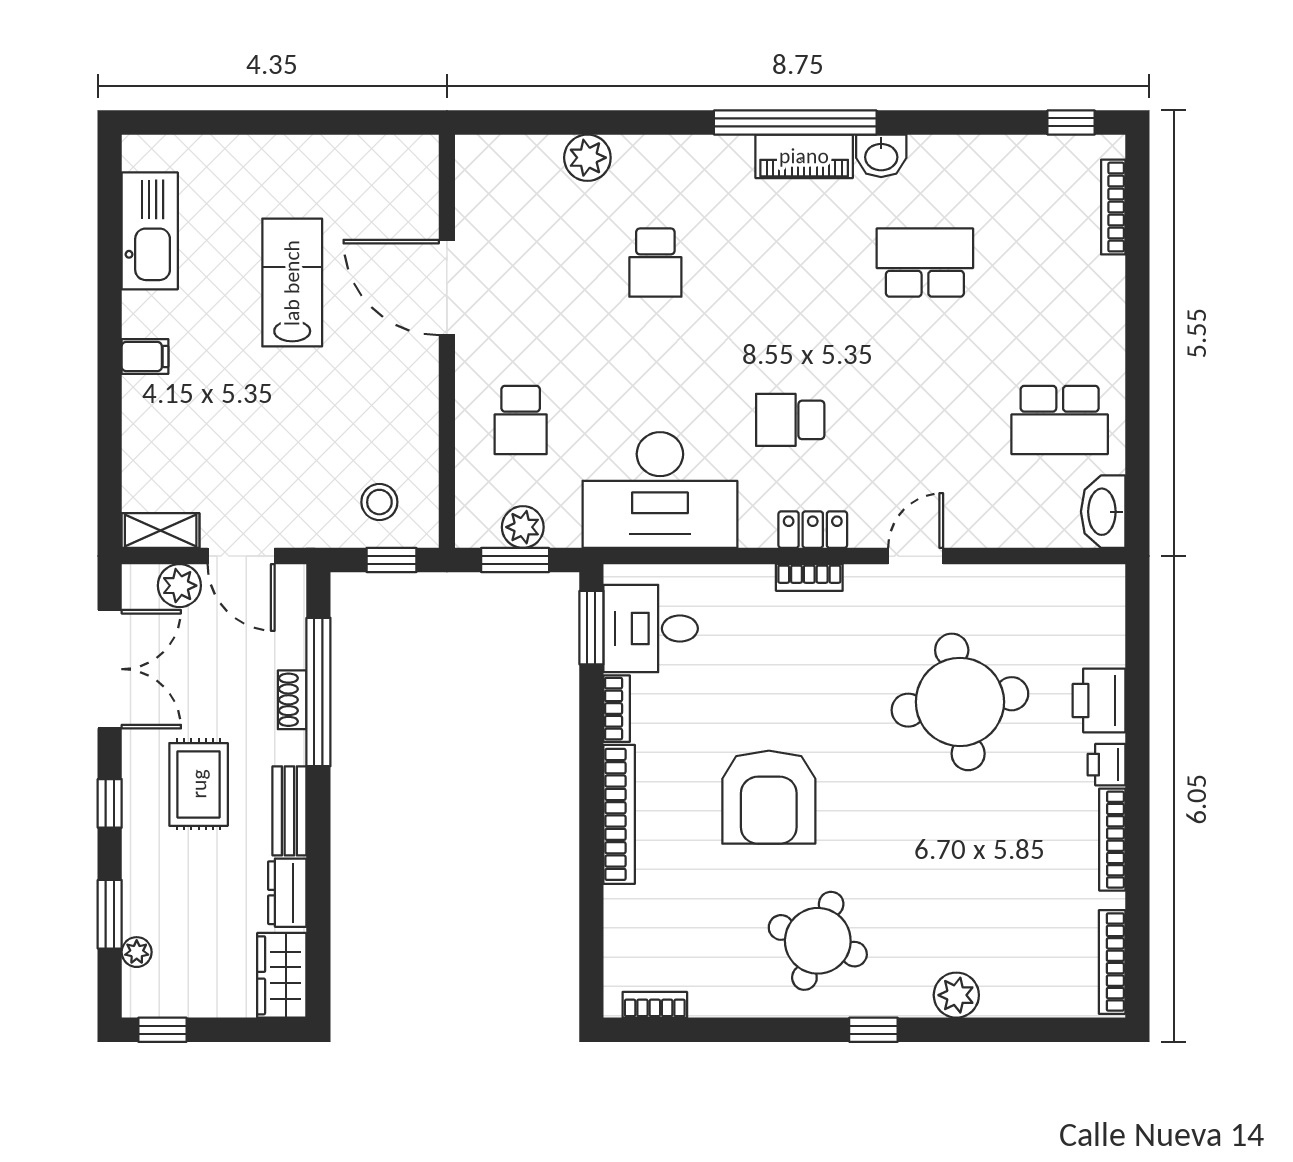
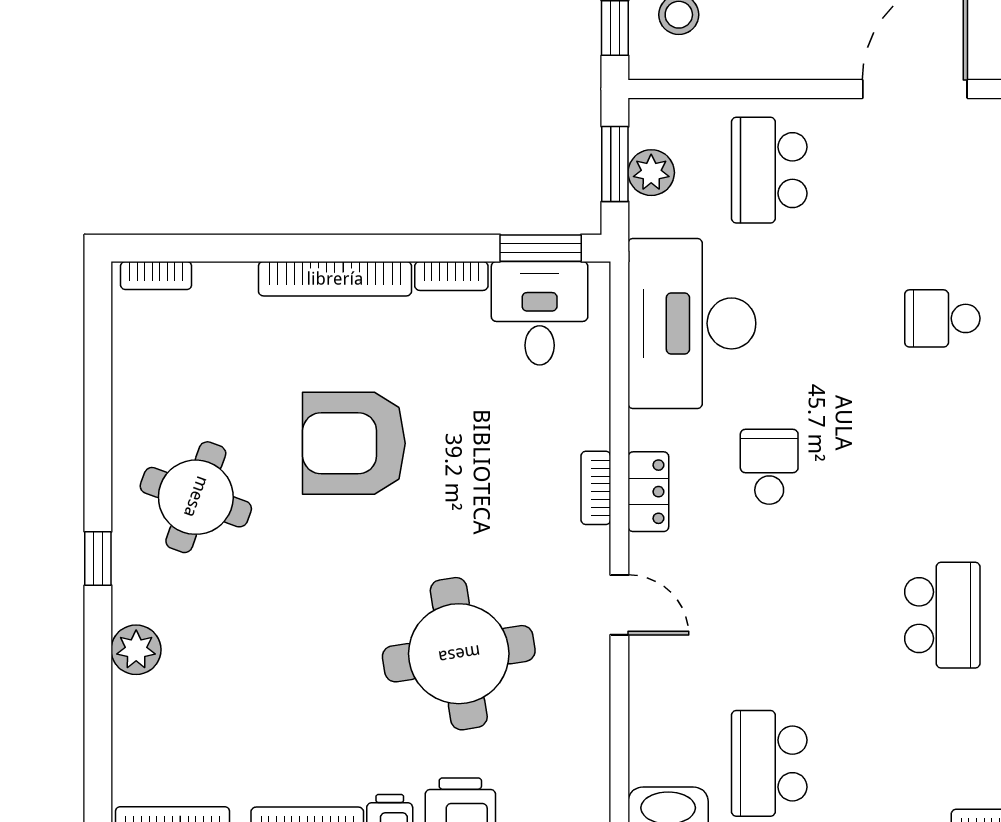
school desk: (521, 420) -> (769, 170), width x1.85
bookcase: (655, 1005) -> (156, 275), moved, turned 90

